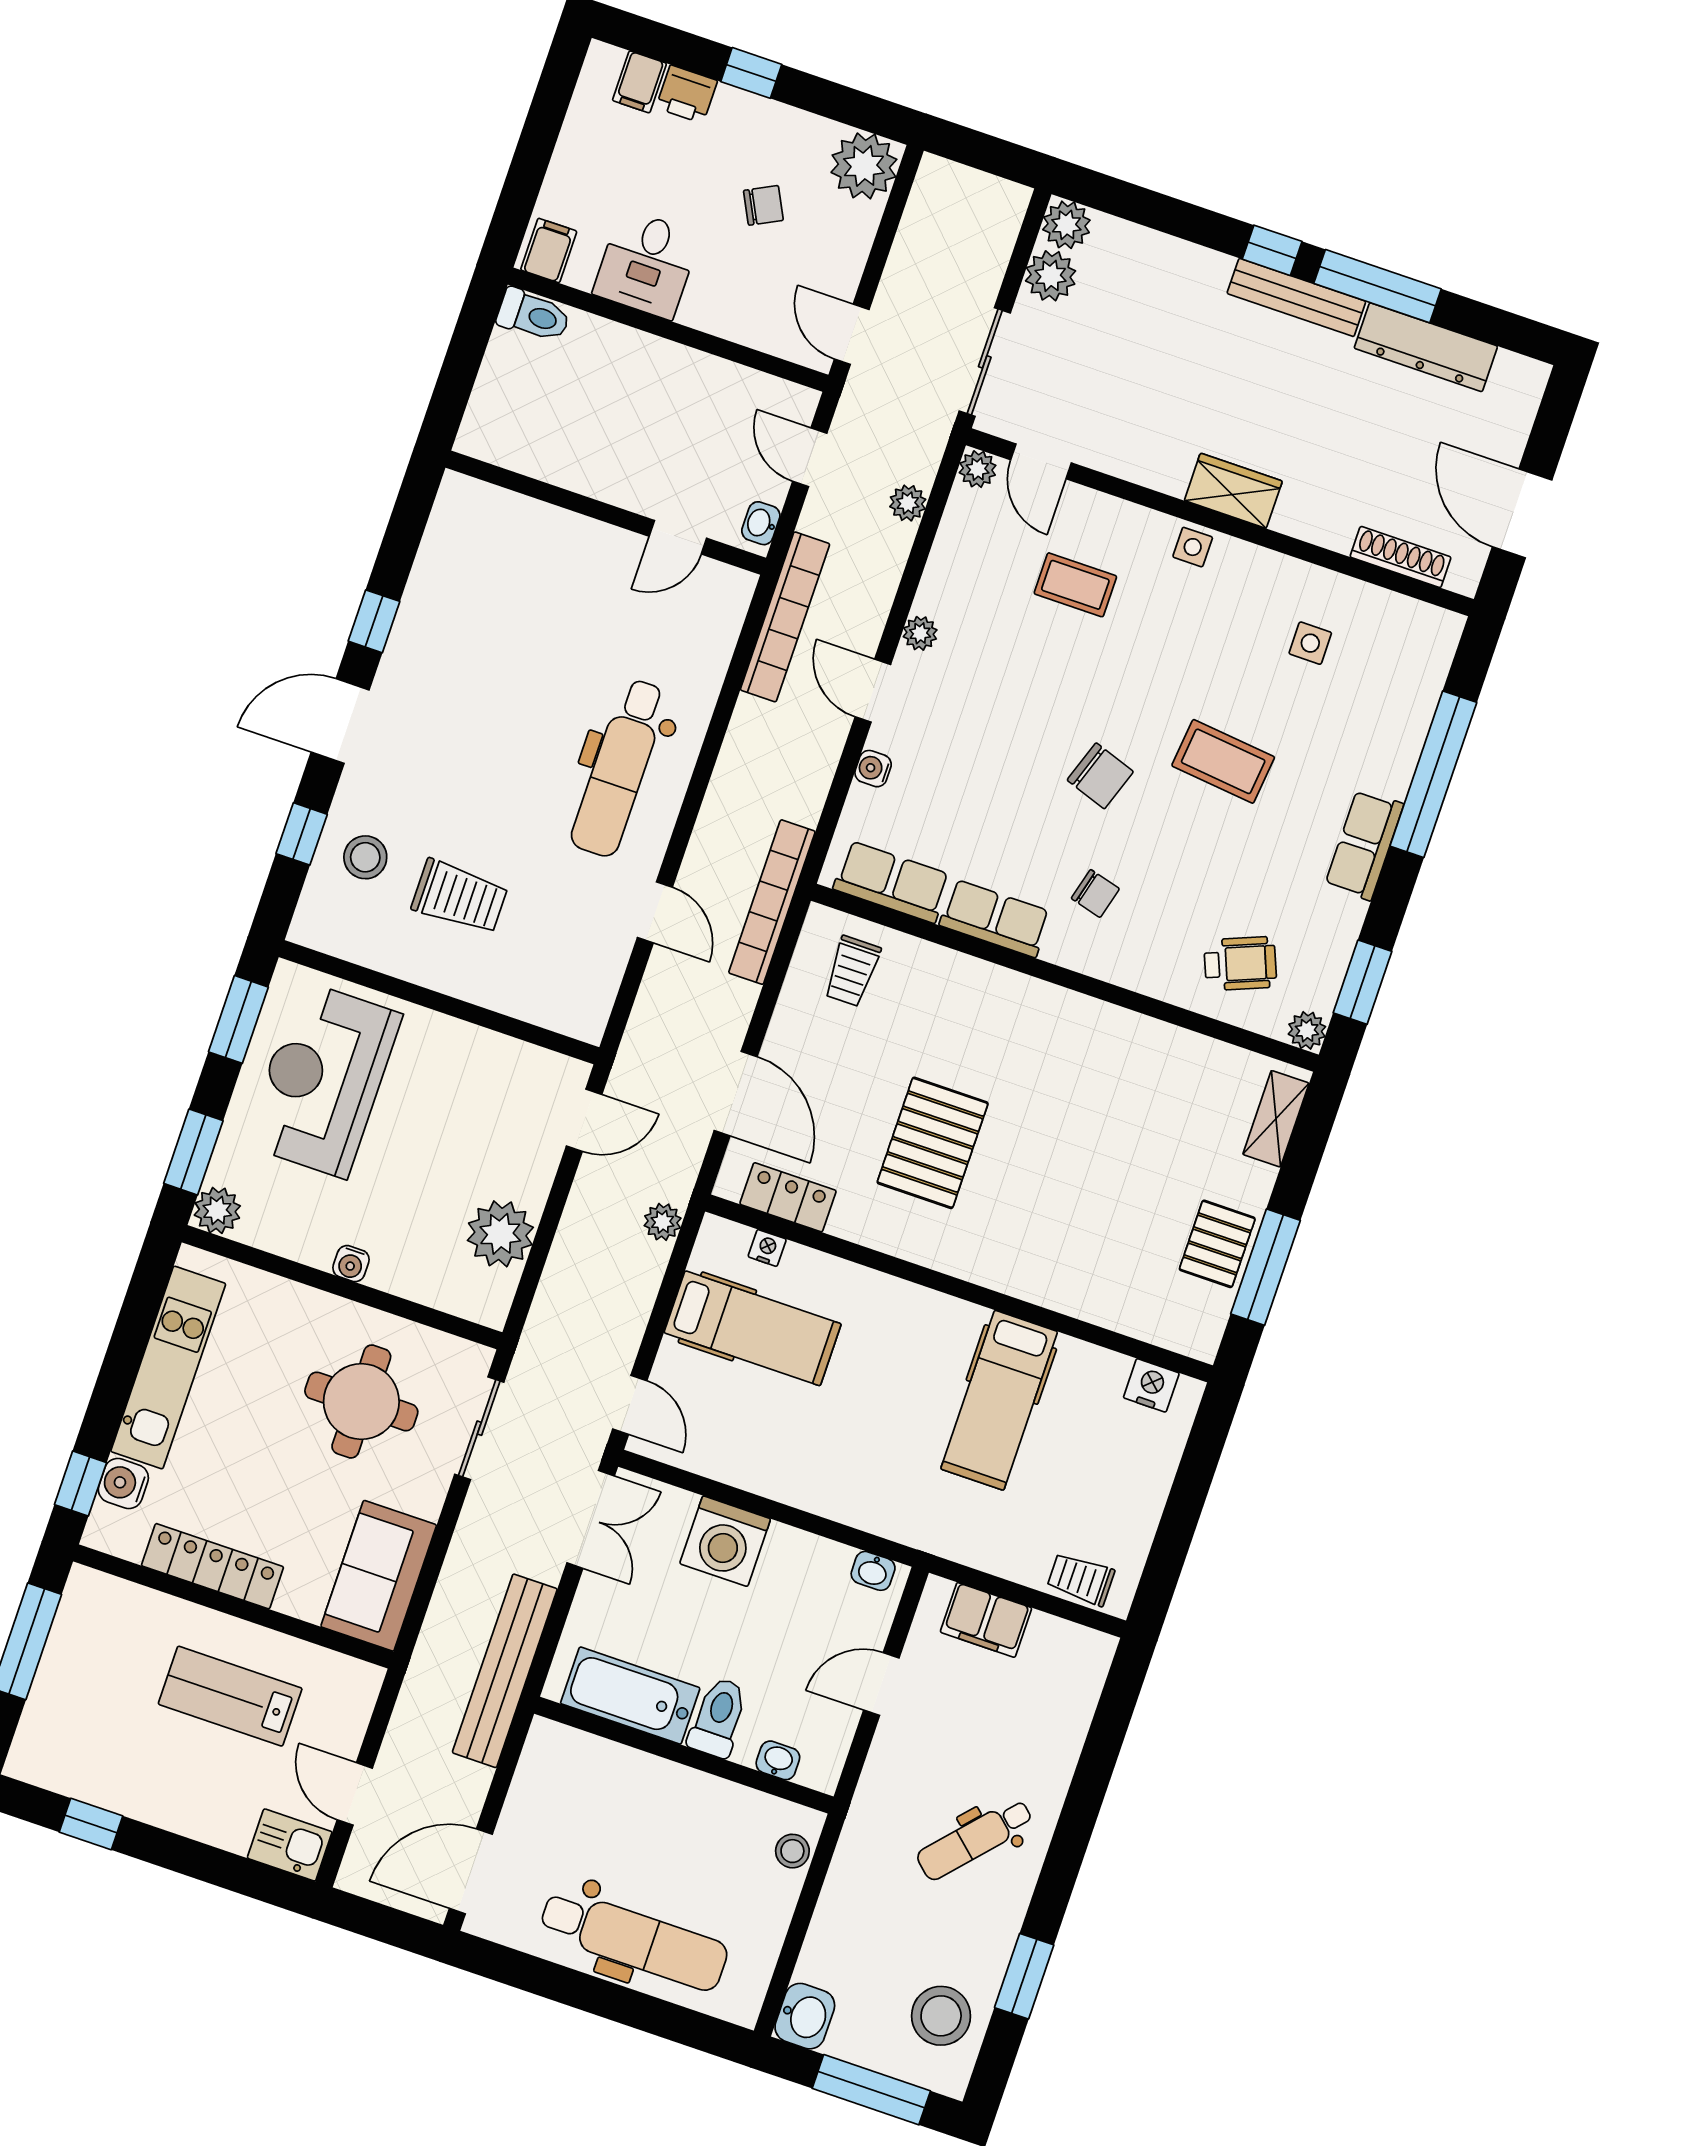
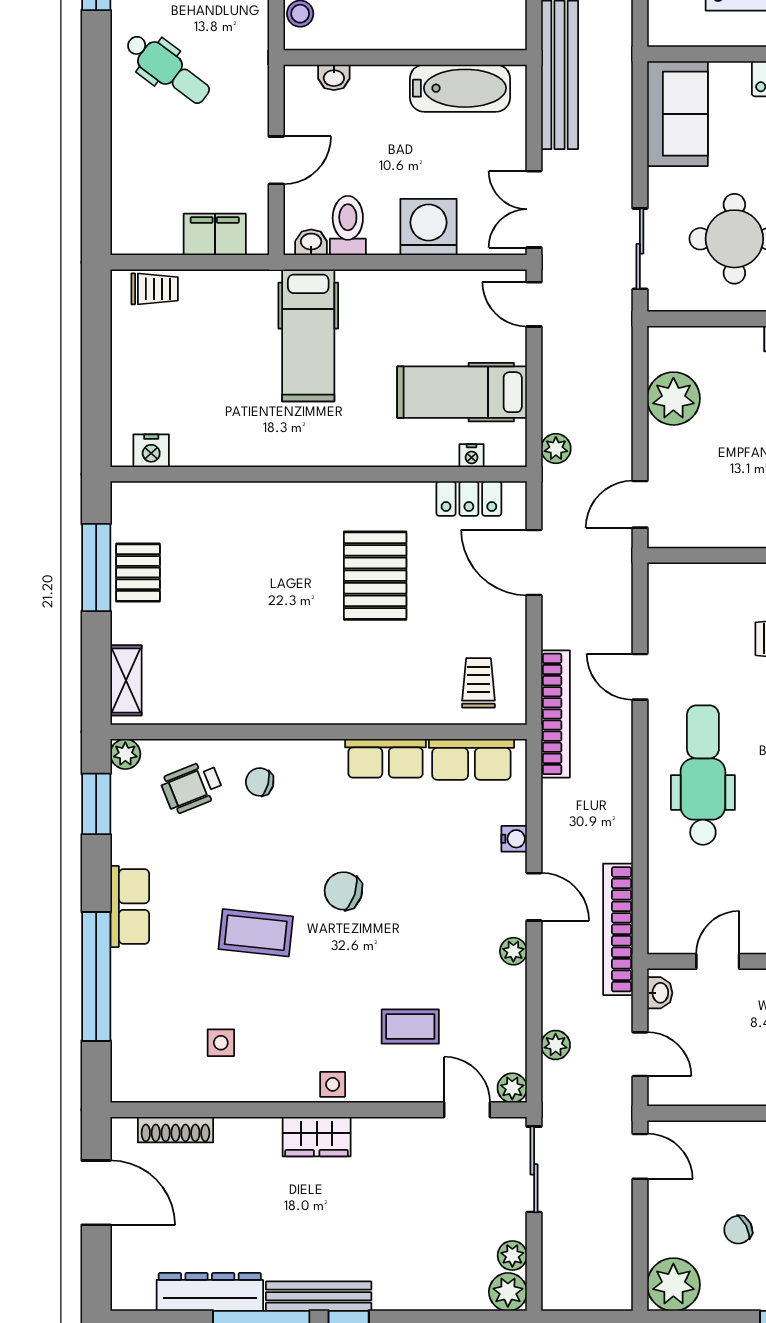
plant: (1051, 276) -> (512, 1256), width x0.73, depth x0.73
chair: (1095, 893) -> (260, 782), moved
hospital bed: (999, 1400) -> (308, 335), moved, turned 180
toilet: (718, 1717) -> (348, 226), moved, turned 180
dental chair: (975, 1839) -> (168, 69), turned 85

